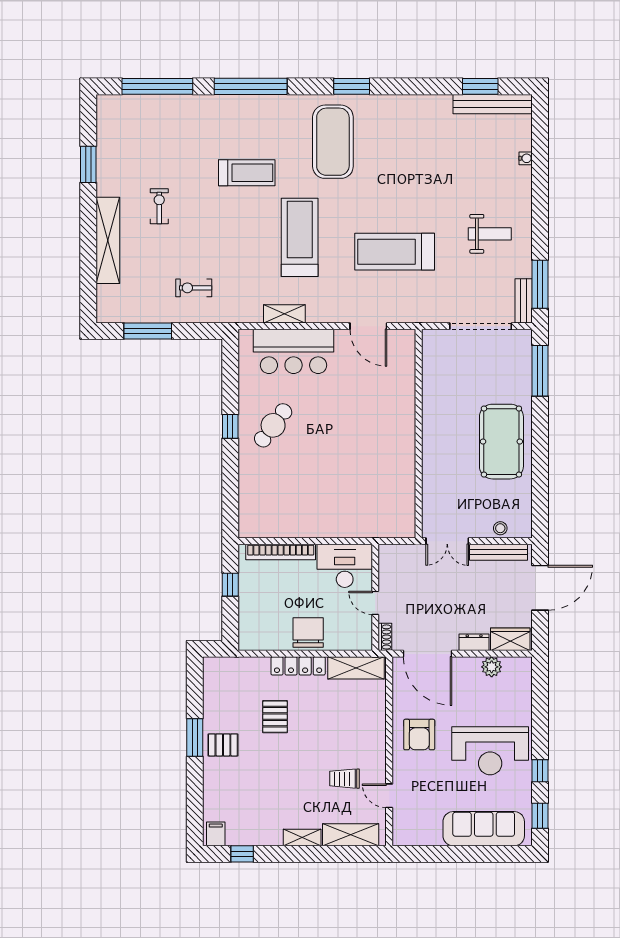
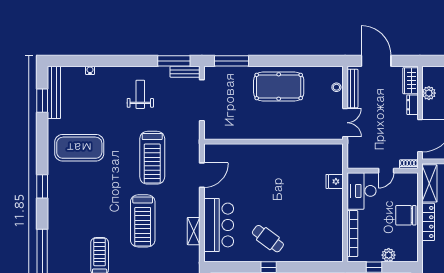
exercise mat: (333, 142) -> (79, 148), moved
treadmill: (300, 237) -> (143, 221), turned -90
fridge: (359, 525) -> (335, 181), added
plant: (248, 606) -> (389, 255), added

